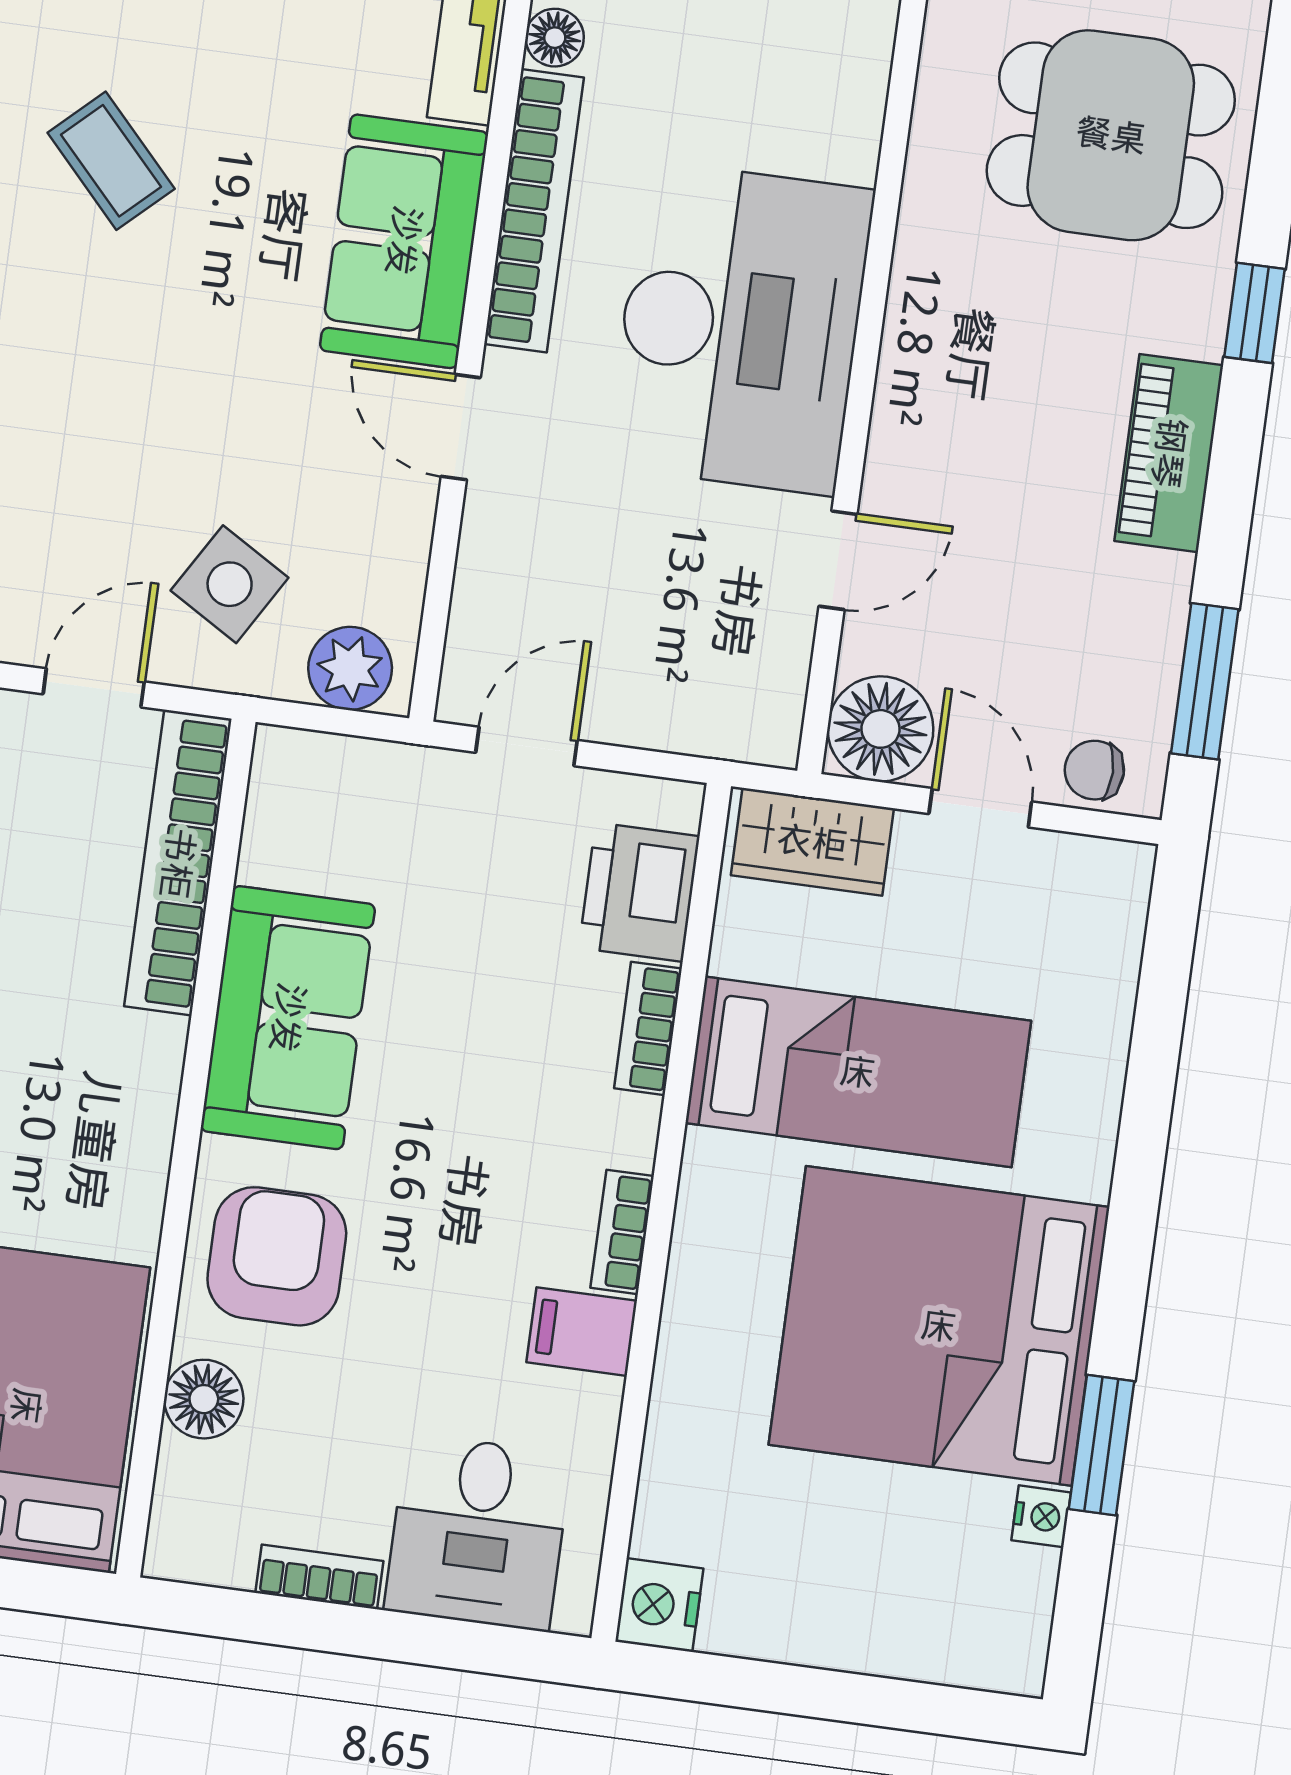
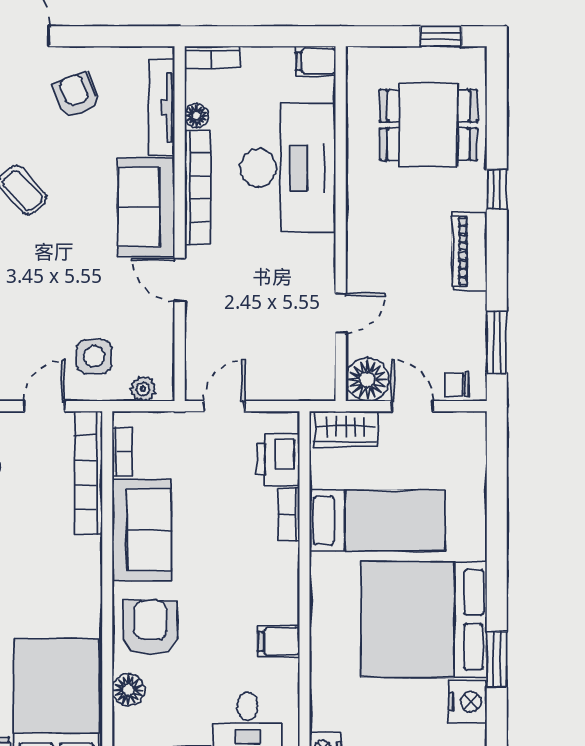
desk: (740, 328) -> (288, 168), moved
side table: (230, 584) -> (94, 356), turned -31
plant: (350, 668) -> (143, 389), width x0.73, depth x0.73
bookcase: (622, 1232) -> (122, 452), moved, turned 180
nightstand: (1041, 1516) -> (468, 702), width x1.89, depth x1.79

